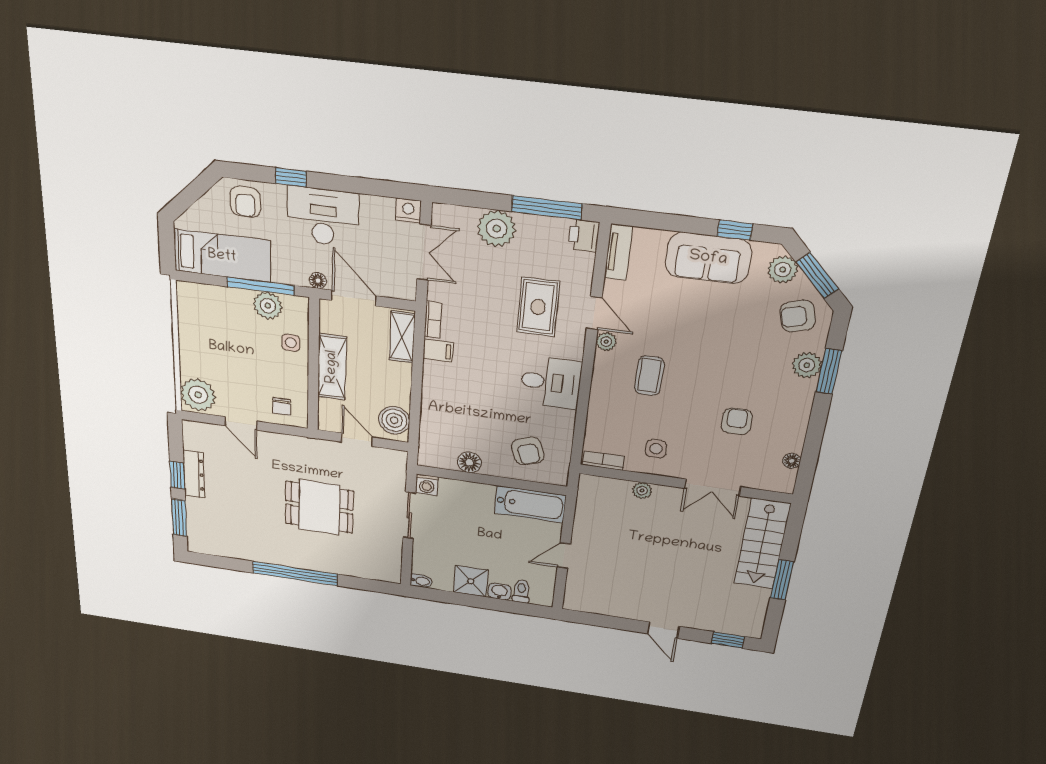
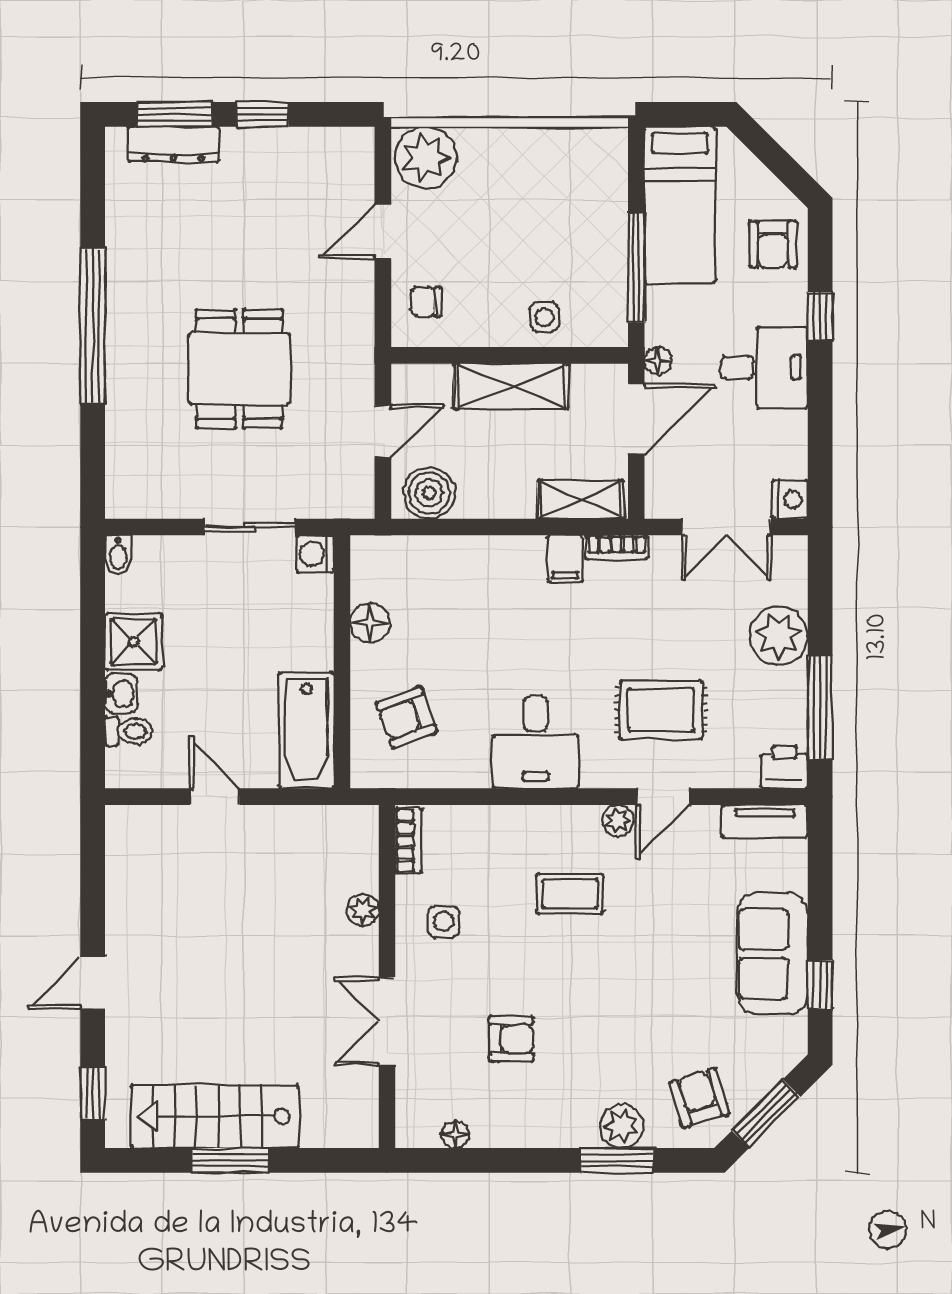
armchair: (245, 202) -> (773, 244), turned -90
desk: (323, 217) -> (764, 367), width x0.73
plant: (783, 270) -> (769, 1063), removed
plant: (268, 306) -> (604, 279), removed
dresser: (194, 474) -> (173, 144), moved
stairs: (762, 544) -> (215, 1116), moved

